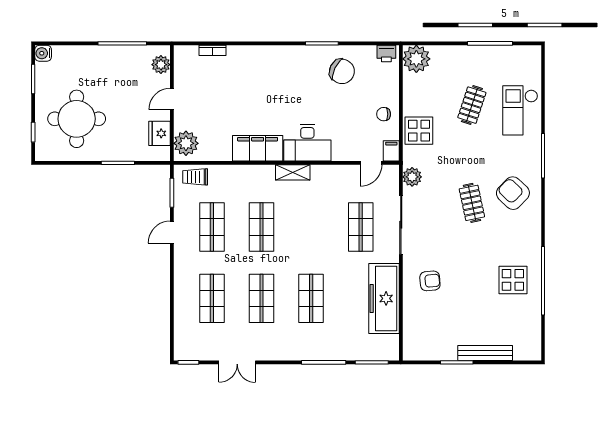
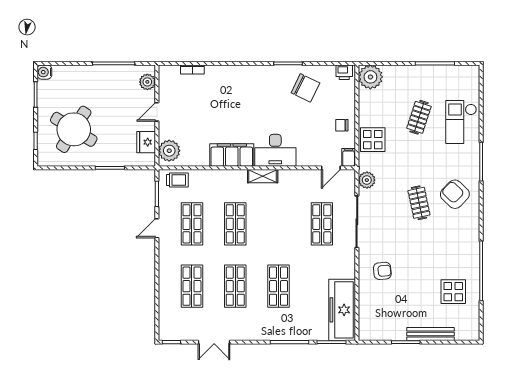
round table: (77, 119) -> (74, 129), turned 32
trolley: (195, 177) -> (177, 180), turned 180
display table: (513, 280) -> (453, 292), moved
freezer: (384, 298) -> (342, 310), moved

